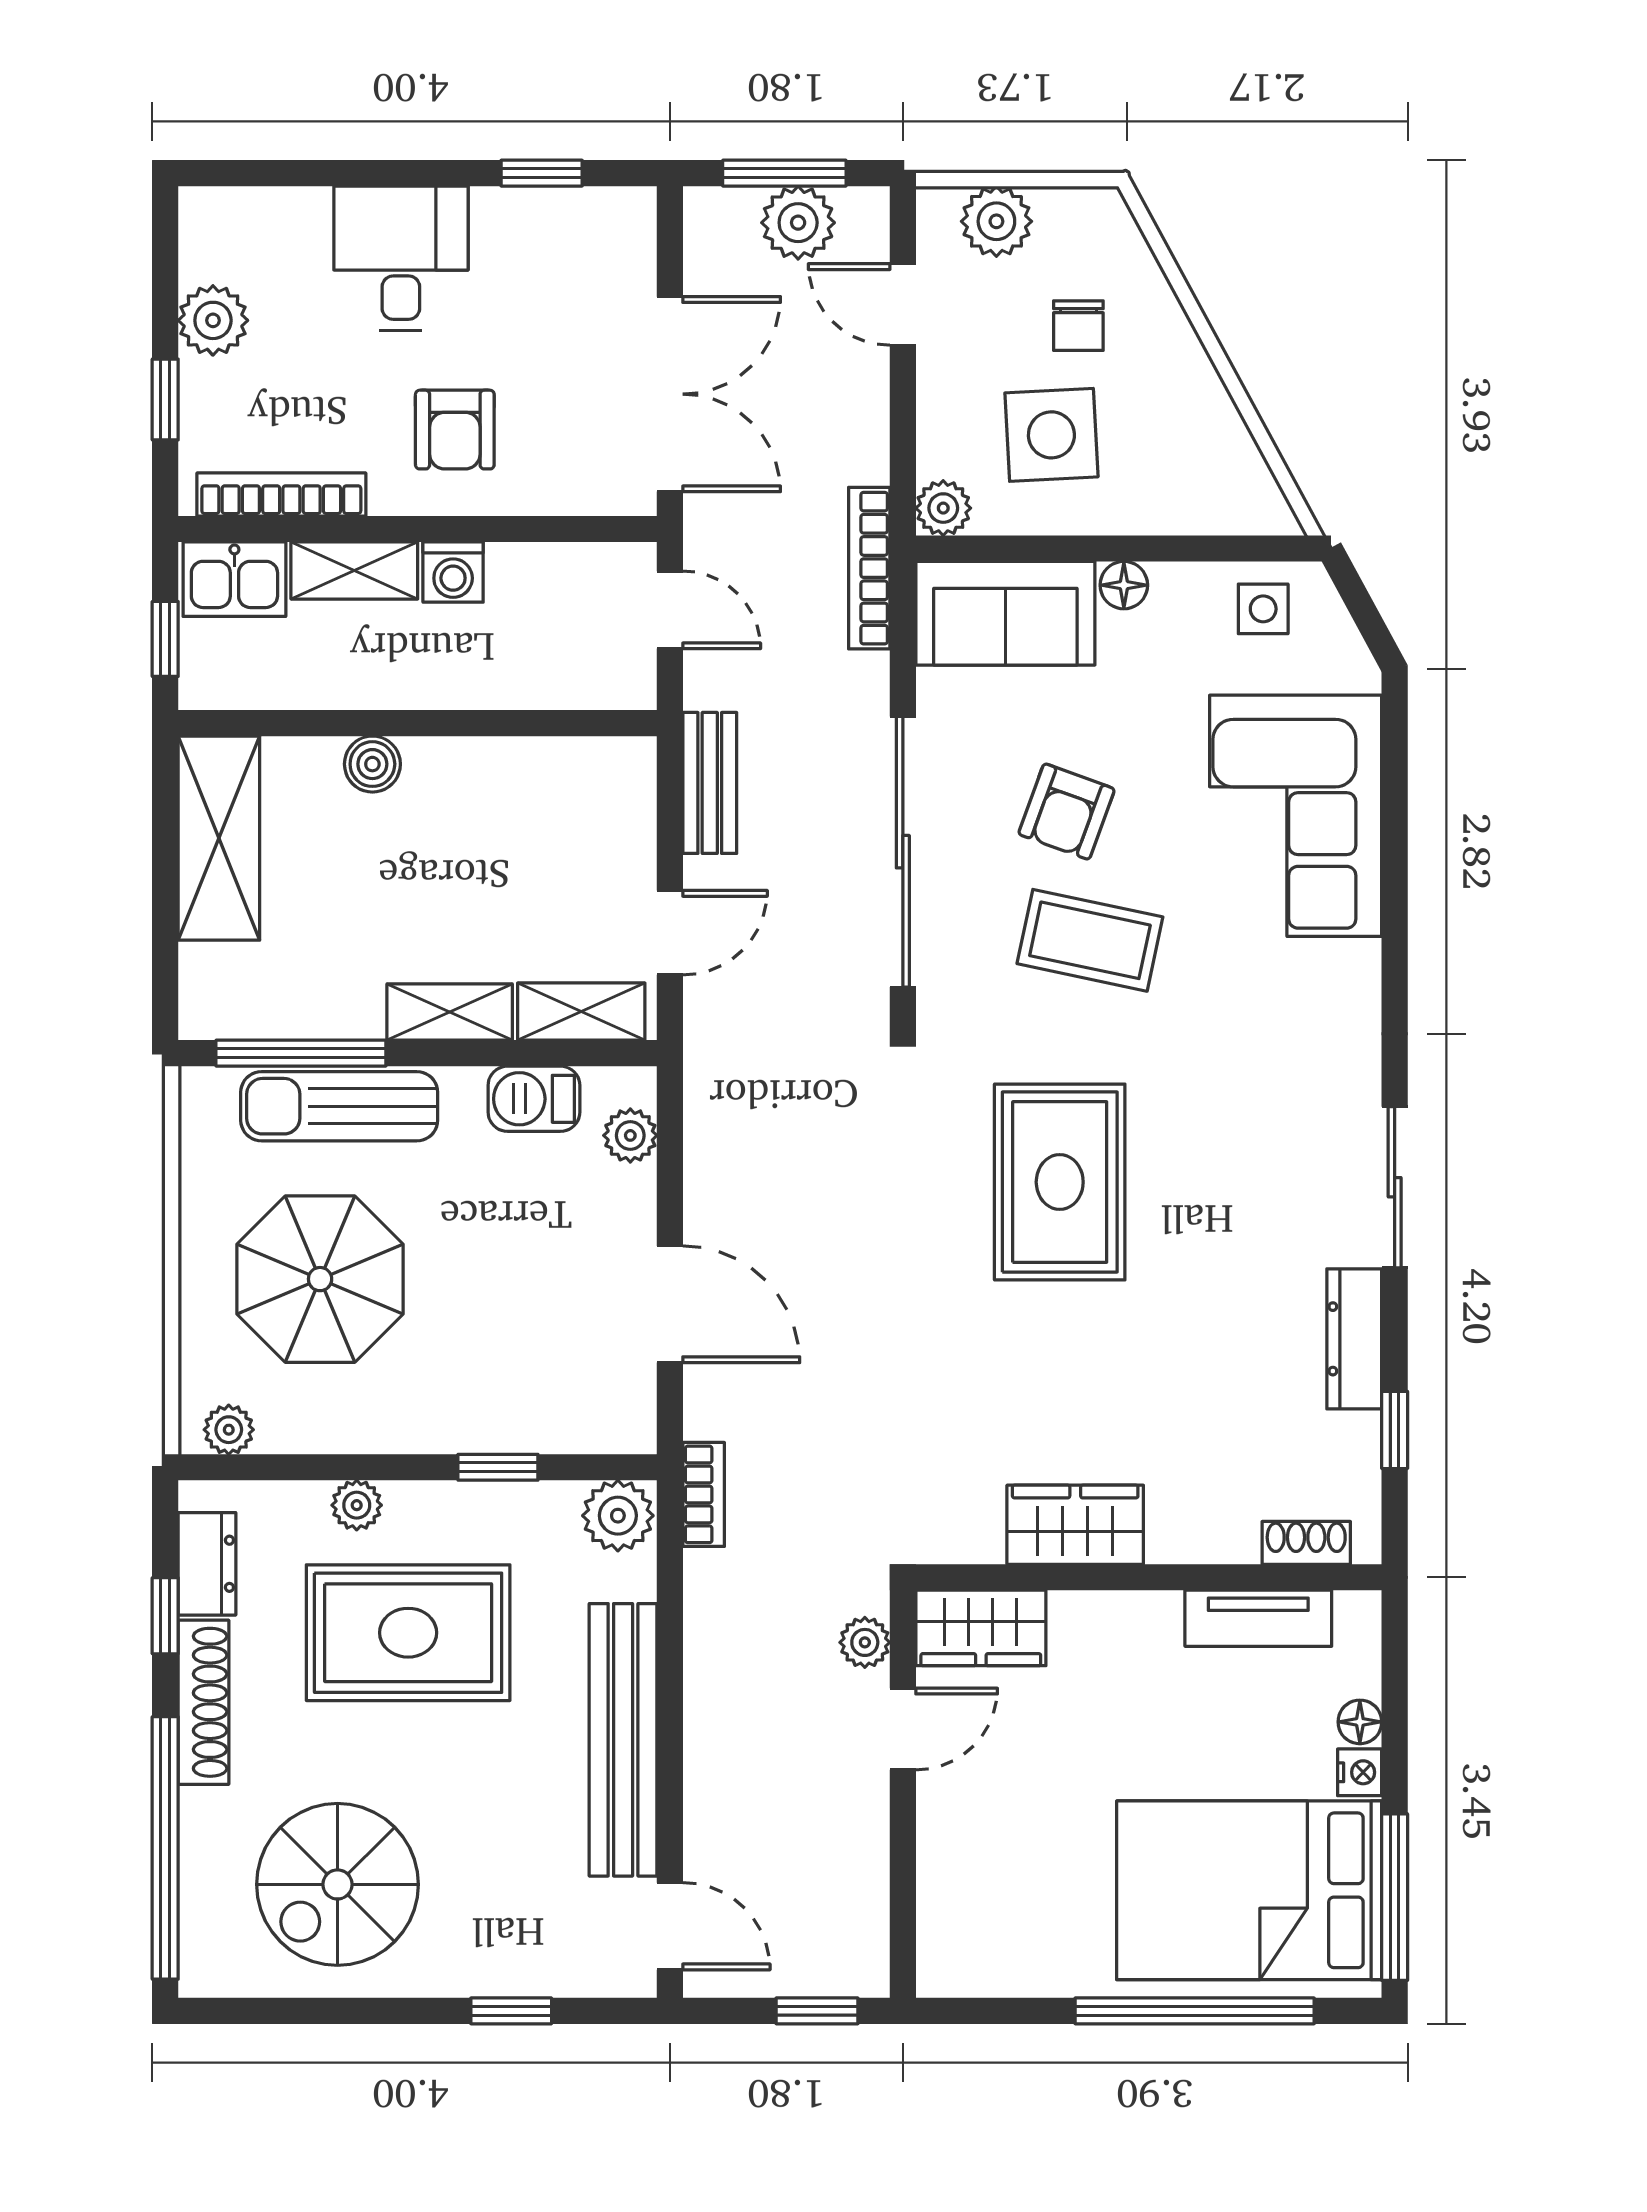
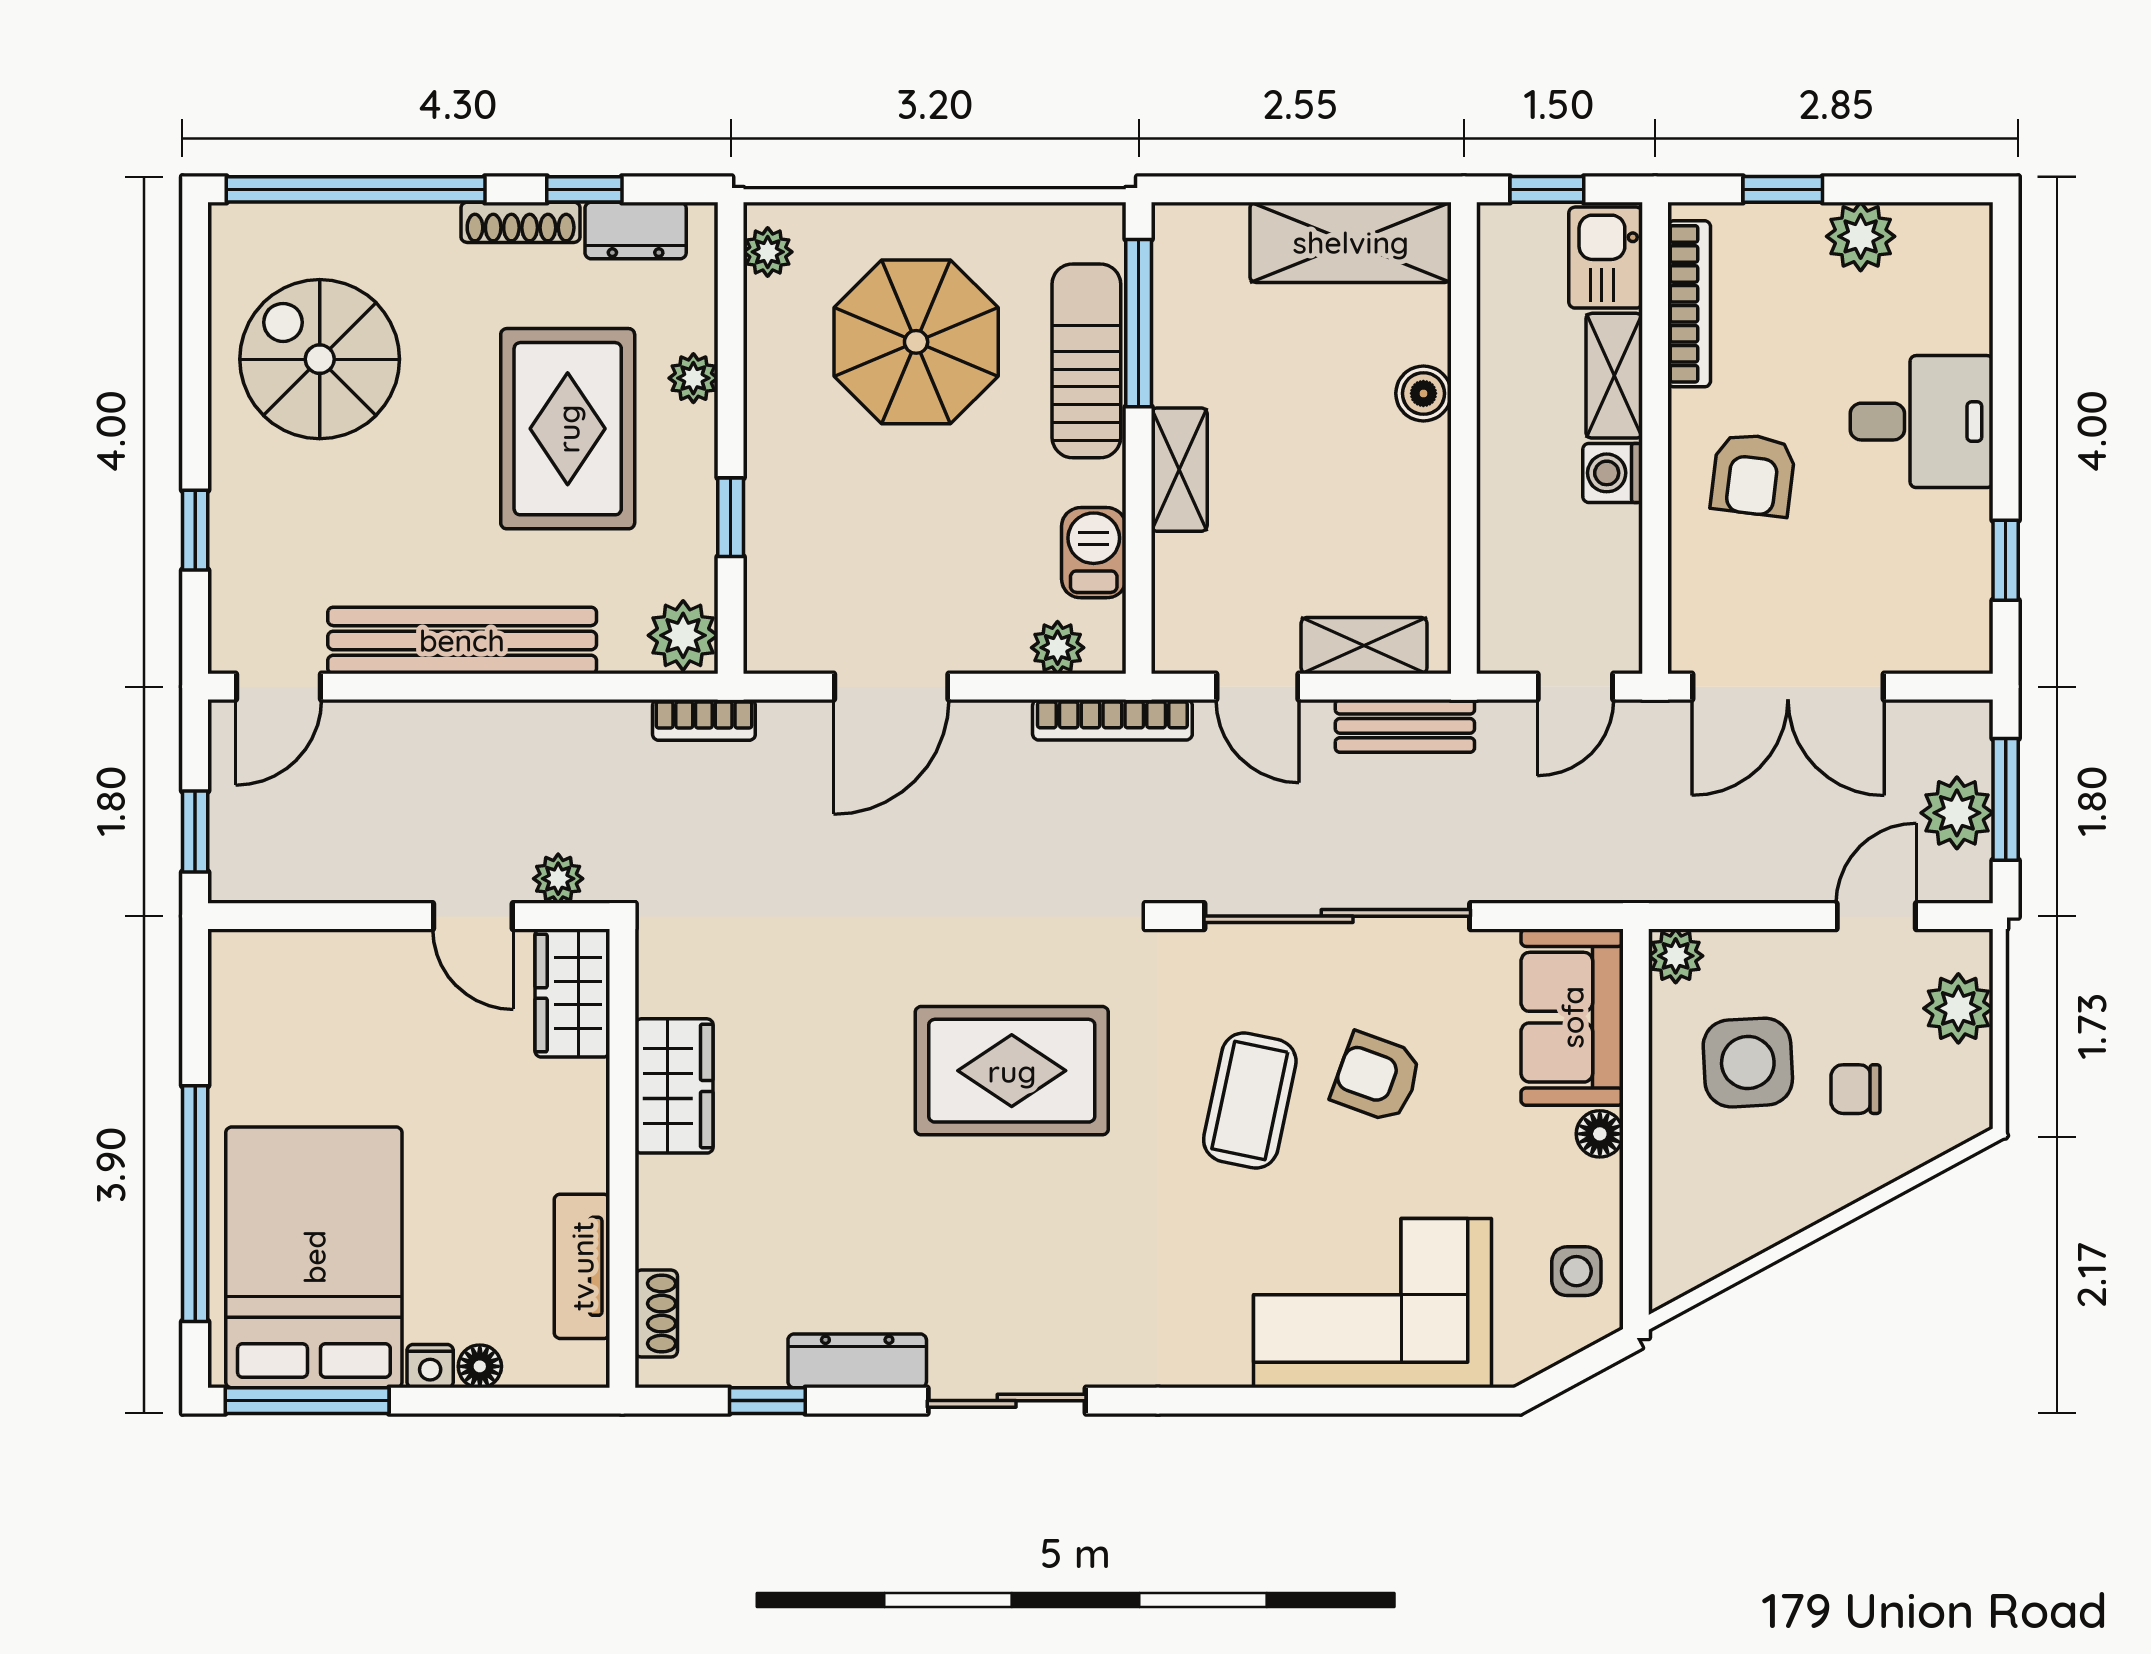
armchair: (455, 430) -> (1753, 475), turned -83
bookcase: (869, 568) -> (1112, 720), moved, turned 180
shelving: (581, 1012) -> (1364, 646), moved, turned 90
shoe rack: (203, 1702) -> (521, 222), width x0.74, depth x0.81

